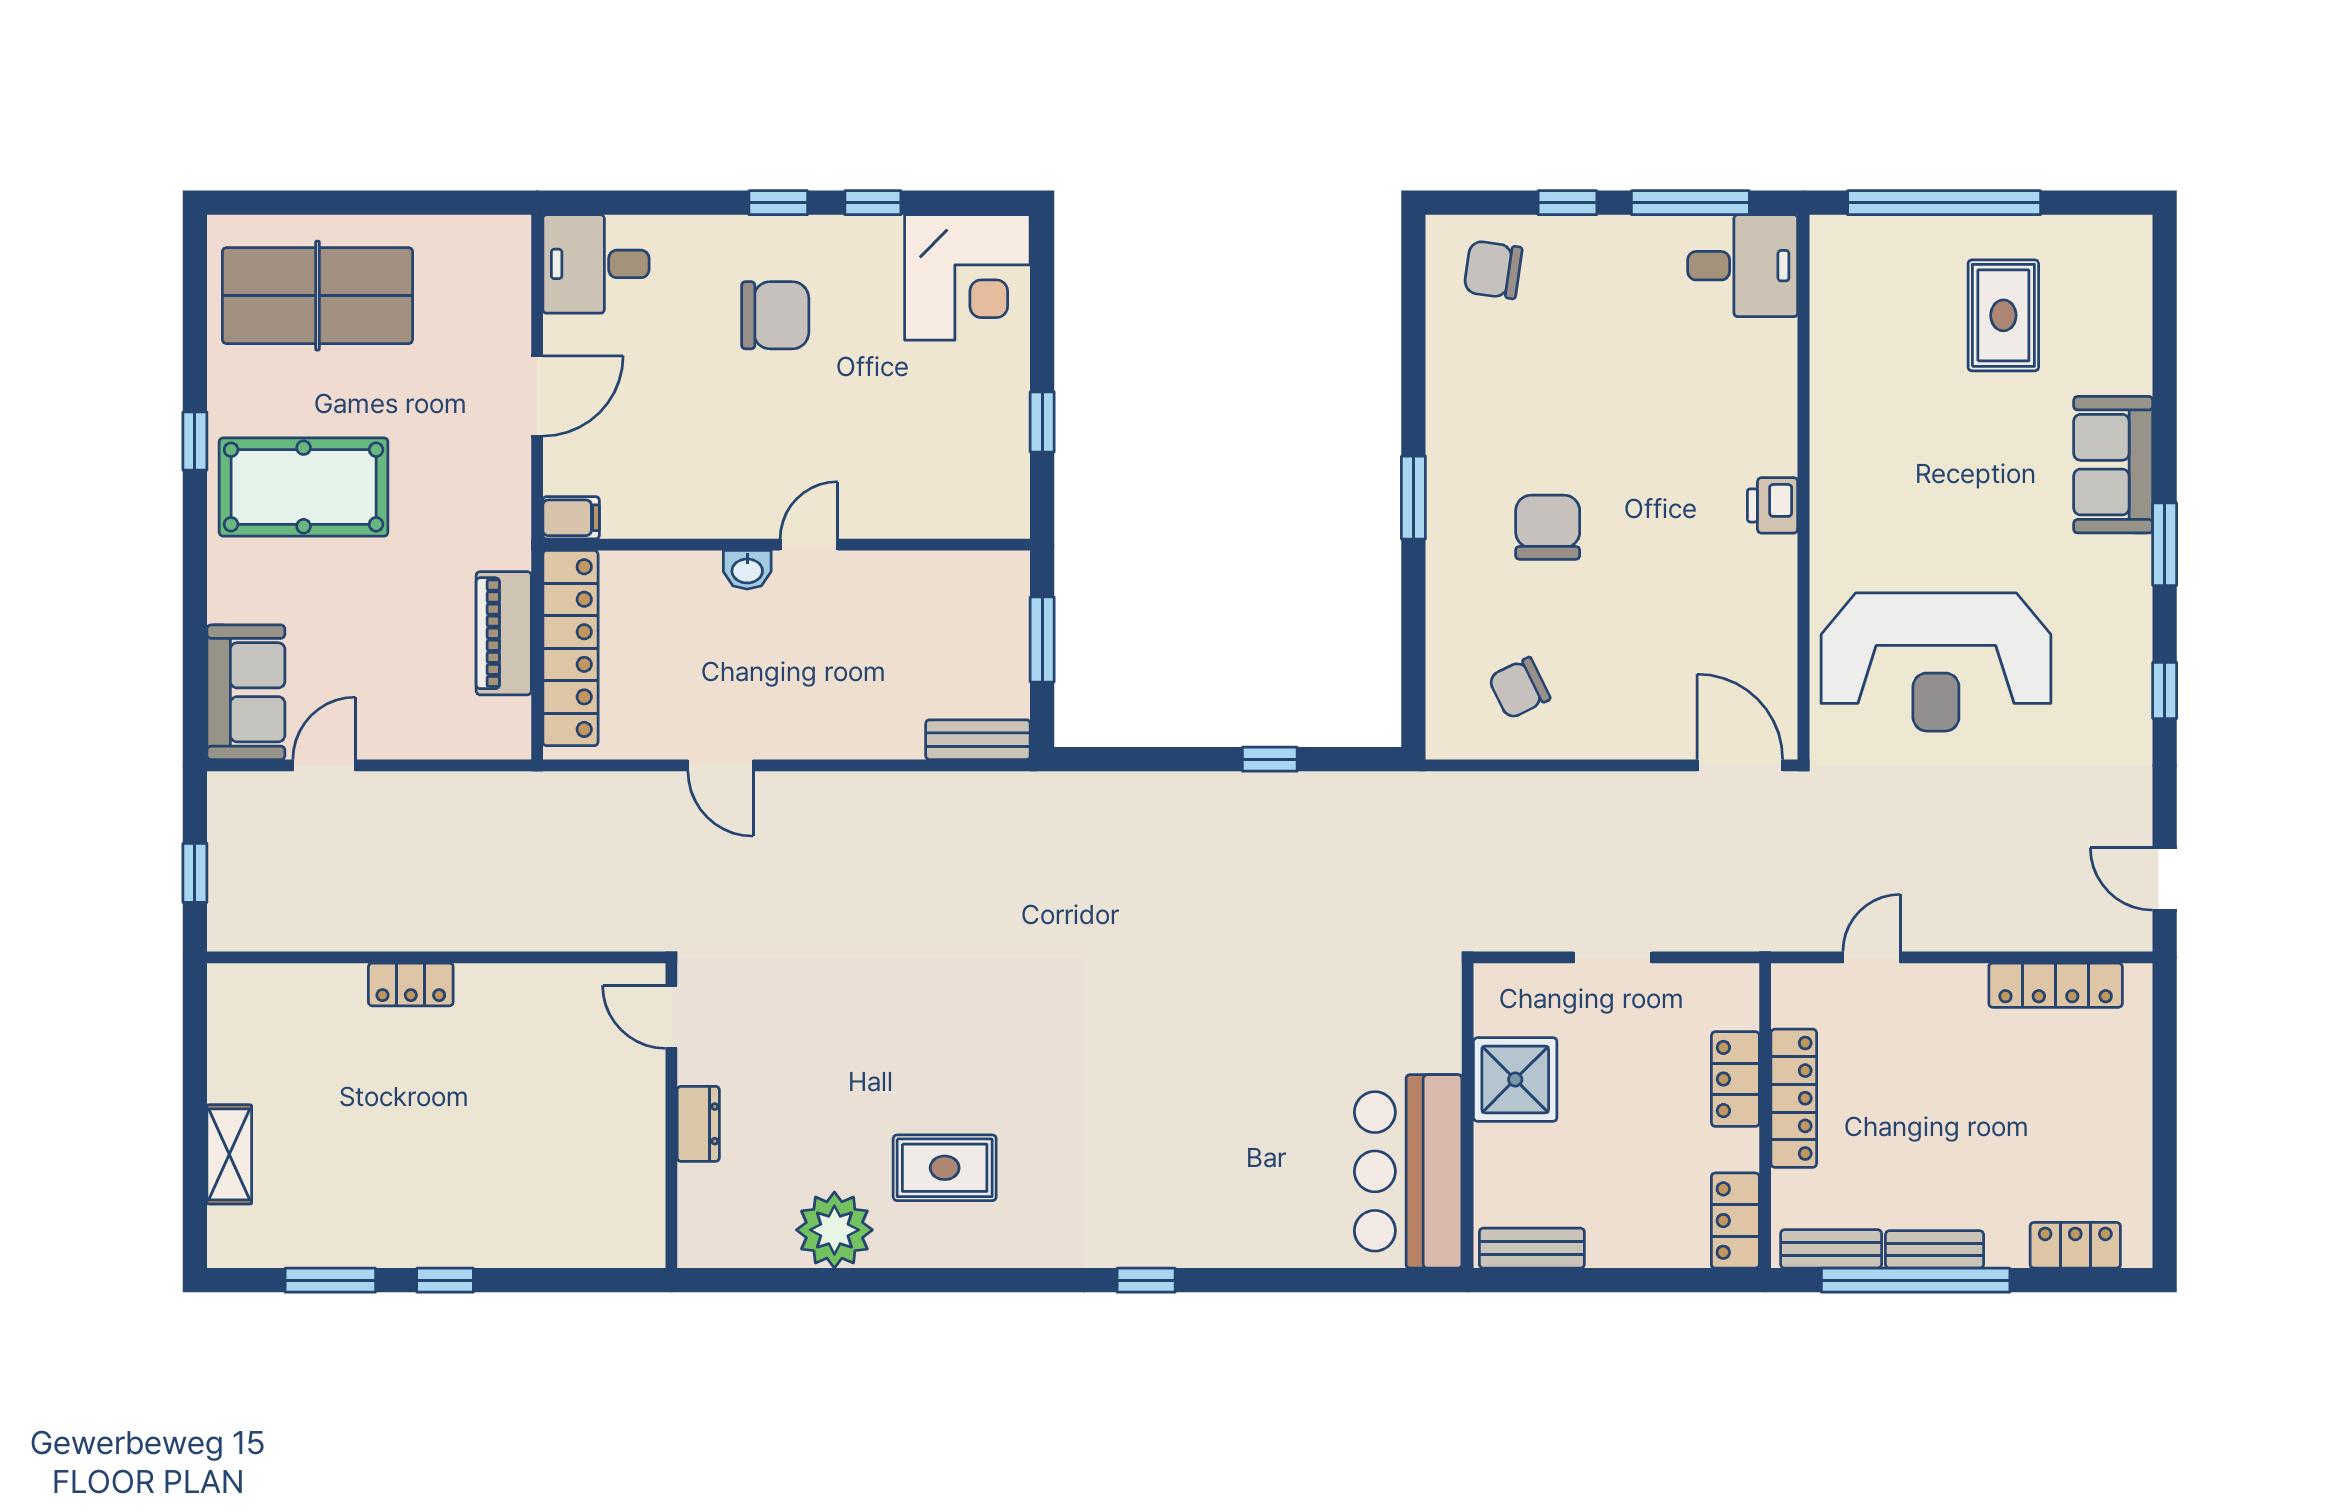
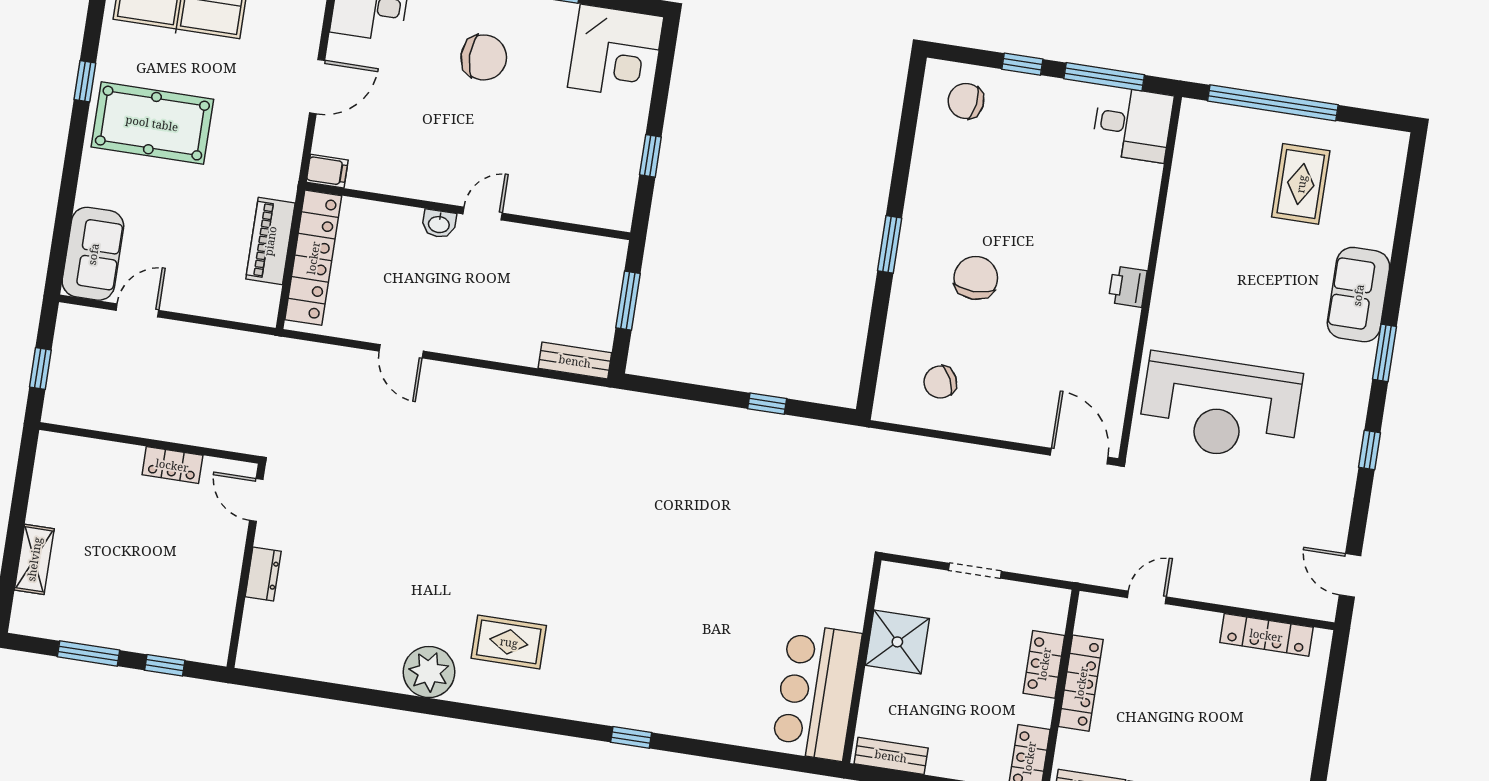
door: (671, 1017) -> (256, 500), moved
wall: (671, 1116) -> (246, 566), moved
dresser: (698, 1124) -> (263, 574), moved

